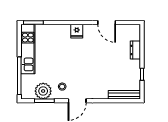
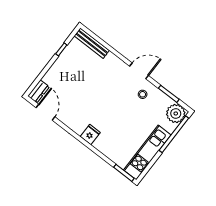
door: (107, 23) -> (45, 112), moved
dresser: (135, 50) -> (38, 91), moved
plant: (43, 91) -> (176, 113), moved

